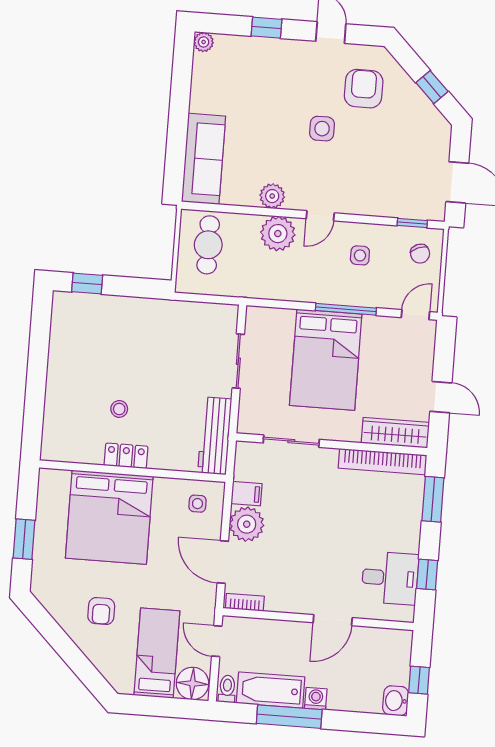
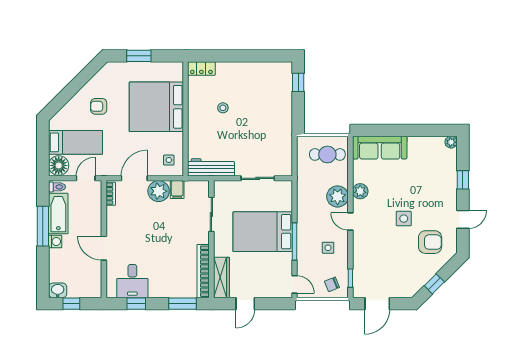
locker: (126, 456) -> (201, 68), moved, turned 90

